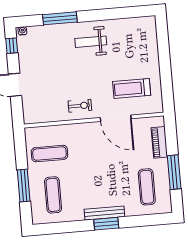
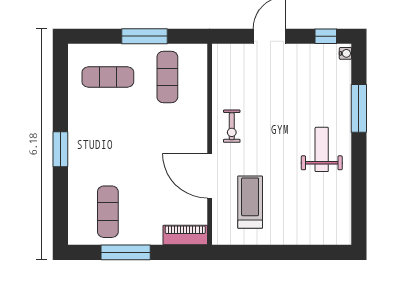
door: (116, 118) -> (210, 176), hinge flipped
piano: (159, 142) -> (185, 235), moved
window: (24, 185) -> (144, 36), moved
exercise mat: (147, 187) -> (108, 212), turned 90
bench: (104, 213) -> (76, 148), removed

